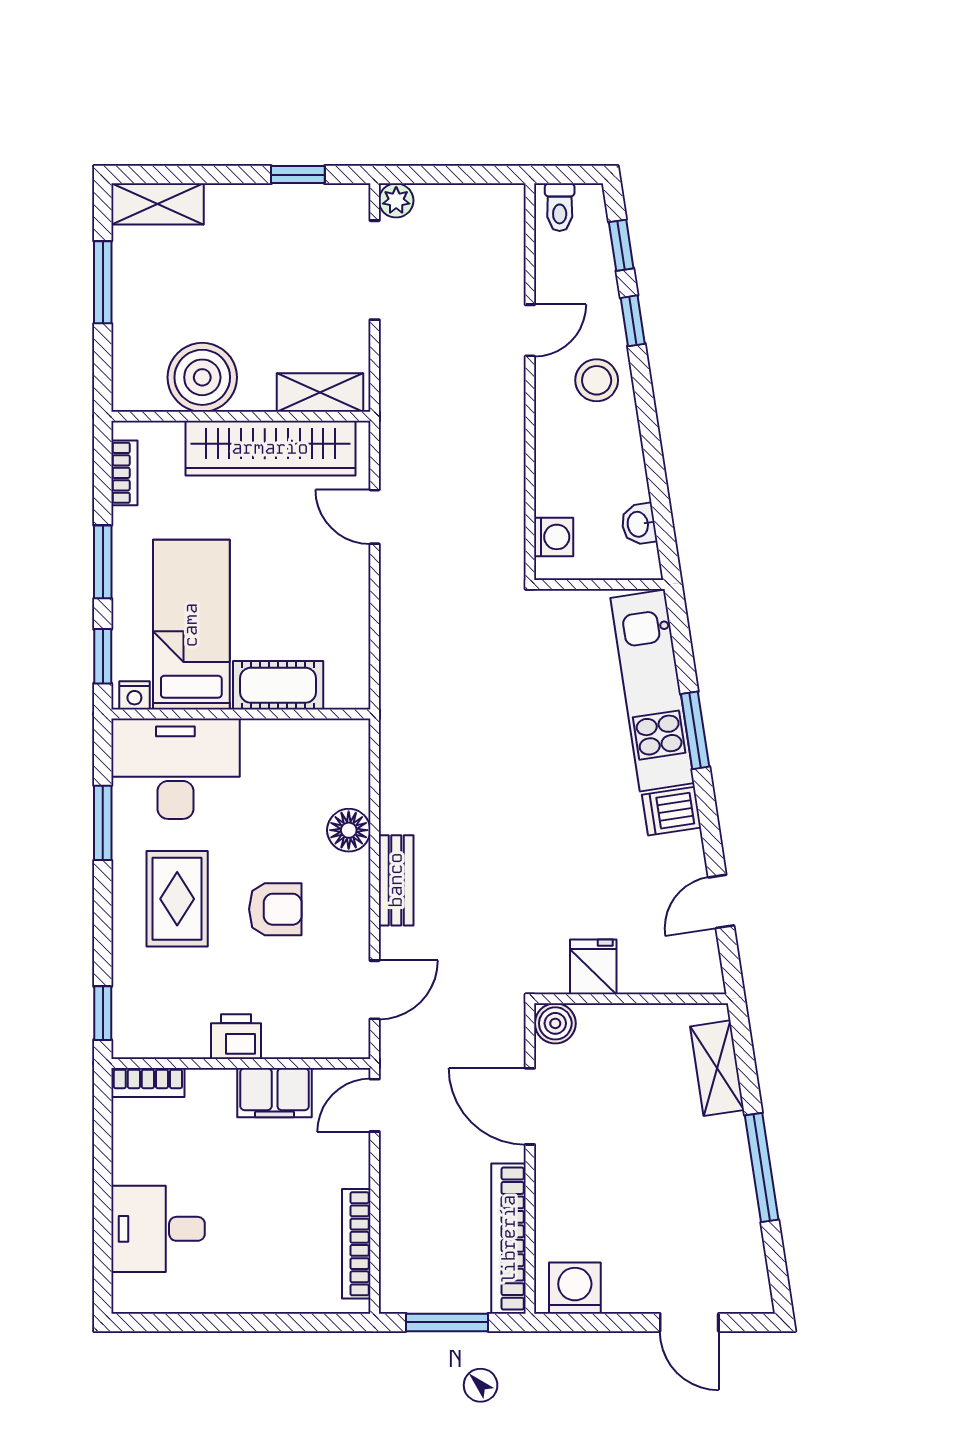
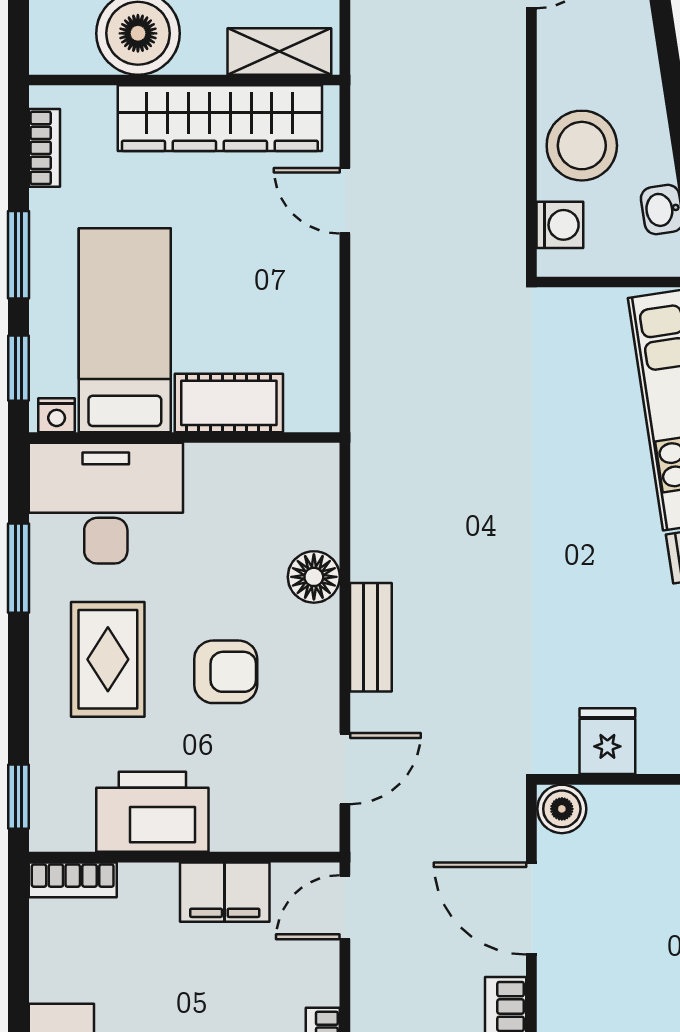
stool: (597, 380) -> (582, 146), moved, width x1.38, depth x1.38
printer: (236, 1037) -> (152, 812), width x1.87, depth x1.48

